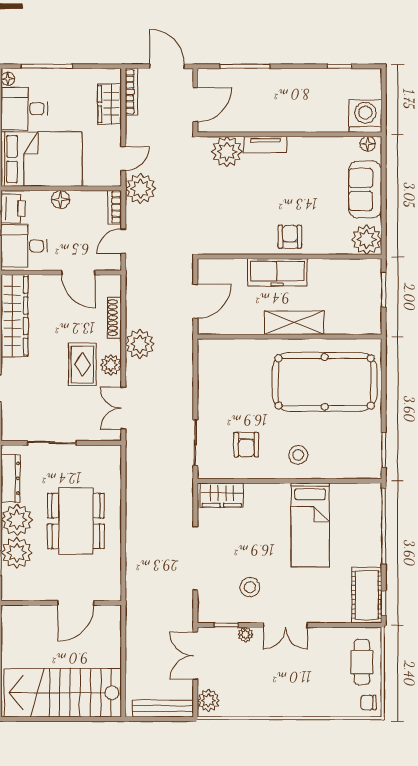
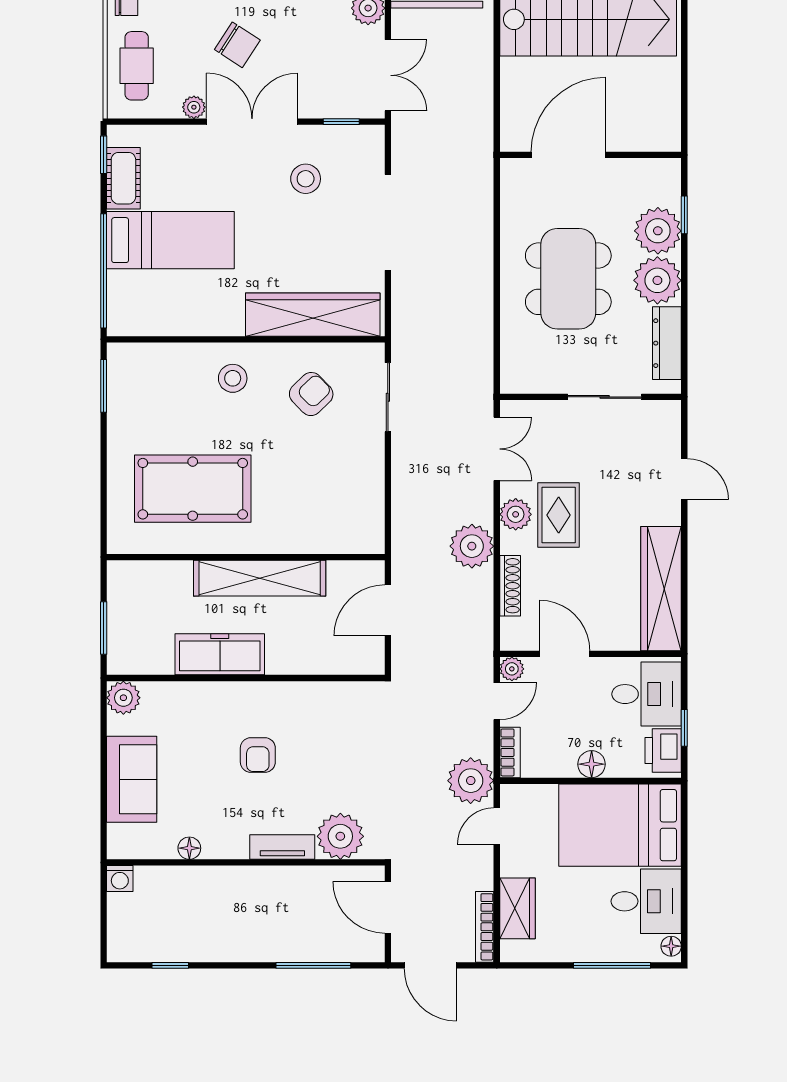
door: (195, 105) -> (388, 907), hinge flipped
washing machine: (365, 116) -> (120, 879), width x0.53, depth x0.53
floor lamp: (368, 144) -> (189, 848), moved
armchair: (290, 237) -> (258, 755), moved
plant: (367, 239) -> (123, 698), width x0.73, depth x0.73
plant: (113, 263) -> (512, 669), added
freezer: (277, 272) -> (220, 654), moved
shelving: (294, 323) -> (260, 578), width x1.47
pool table: (325, 382) -> (193, 489), width x0.73, depth x0.76
armchair: (246, 445) -> (311, 394), turned 46
wardrobe: (222, 495) -> (313, 315), width x2.10, depth x1.17
bed: (310, 525) -> (170, 240), moved, turned 90
cot: (367, 595) -> (123, 178), width x0.73, depth x0.75
door: (76, 603) -> (569, 155), width x1.36
double door: (285, 625) -> (252, 122), width x1.37
plant: (246, 635) -> (194, 107), moved
chair: (295, 676) -> (237, 45), added

